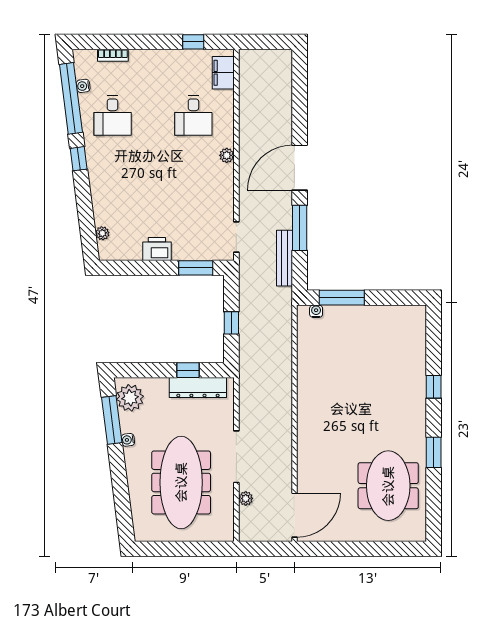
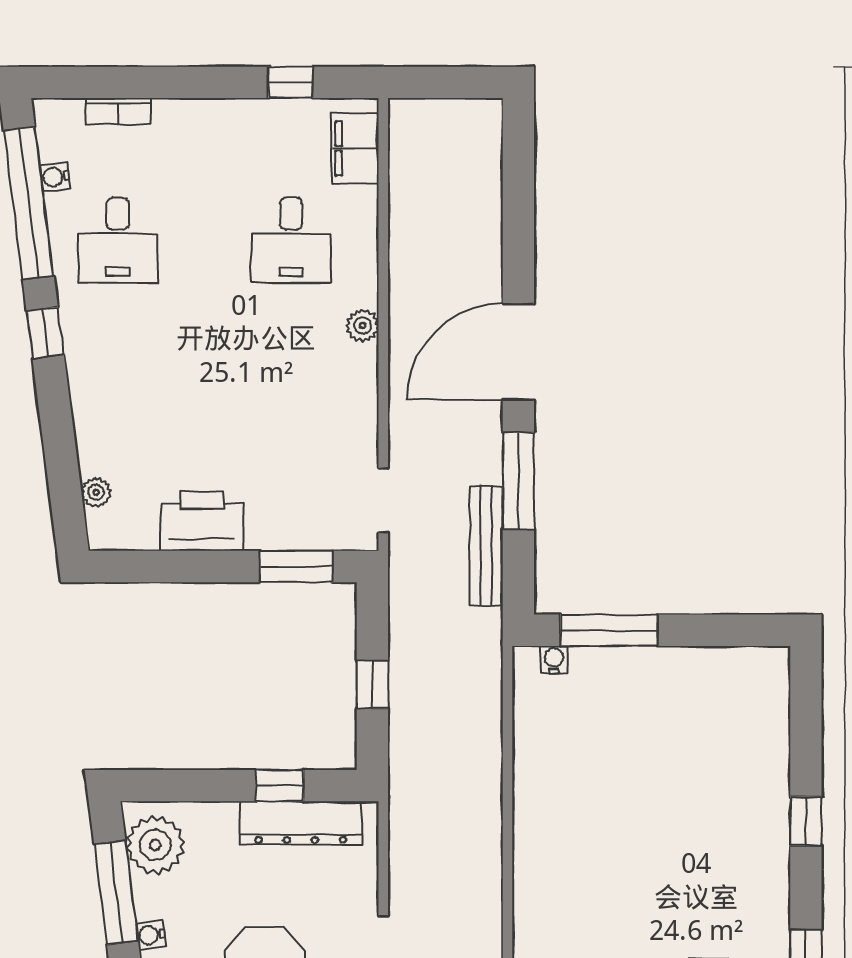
printer: (157, 249) -> (202, 521), width x1.37, depth x1.19

